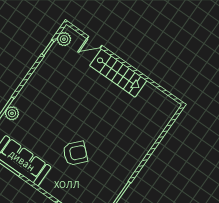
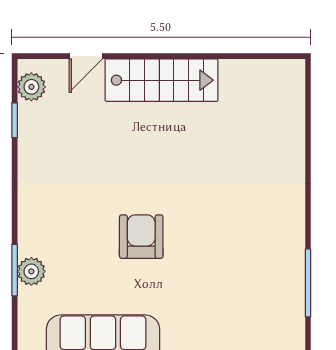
armchair: (75, 153) -> (141, 237), moved, turned -43

